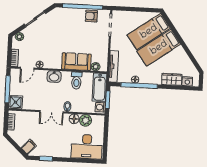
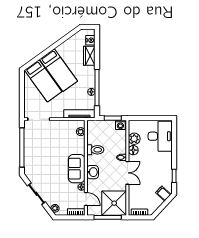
armchair: (91, 16) -> (31, 138), removed
sofa: (76, 62) -> (77, 169), moved
bathtub: (99, 87) -> (101, 127), removed
shower: (16, 102) -> (114, 203), width x1.86, depth x1.86

